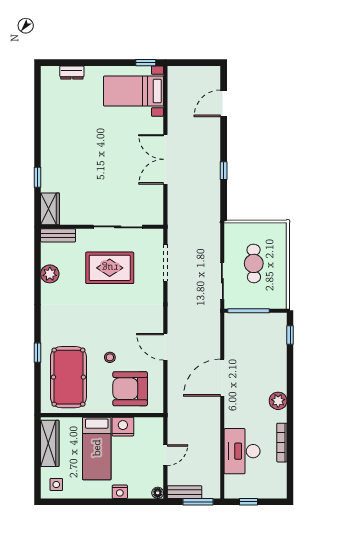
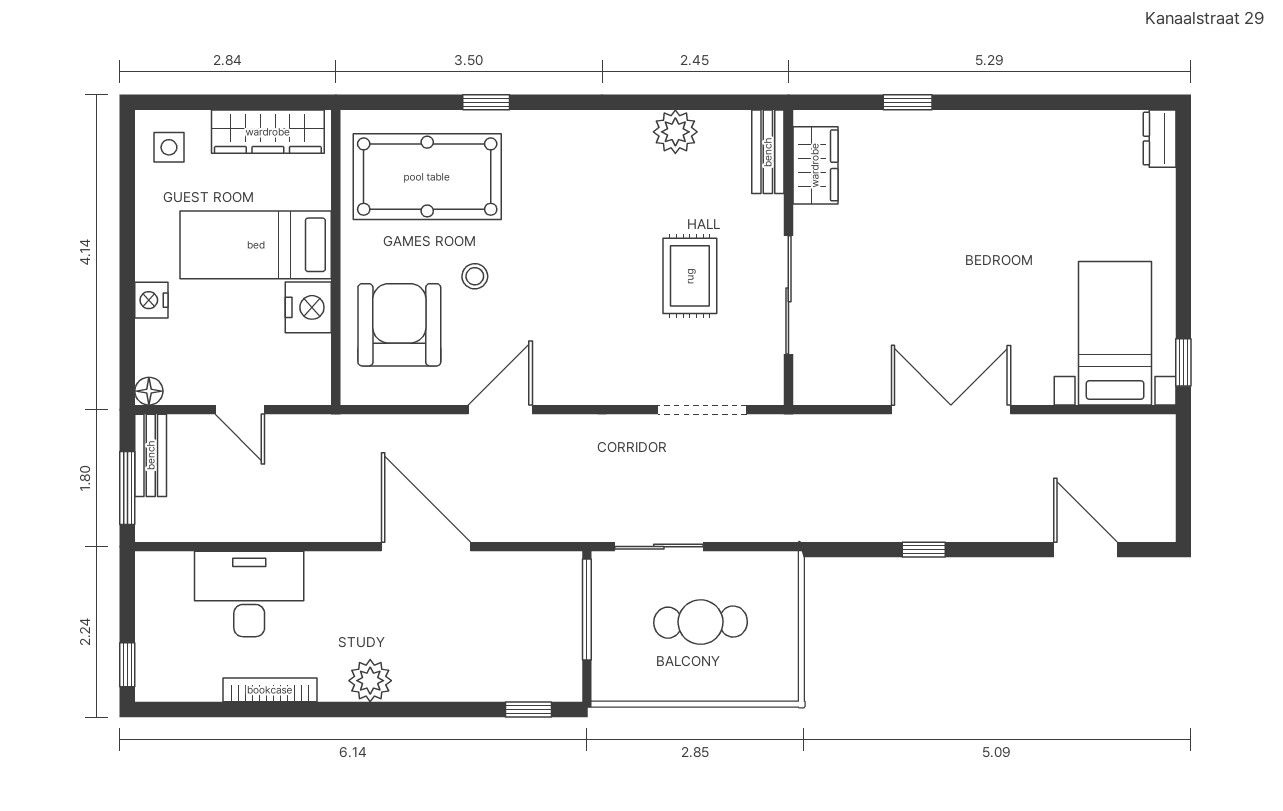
dresser: (72, 73) -> (1160, 139), moved
wardrobe: (50, 209) -> (815, 165), moved, turned -90
rug: (110, 268) -> (690, 276), width x0.73, depth x0.70
window: (249, 502) -> (127, 665), moved

